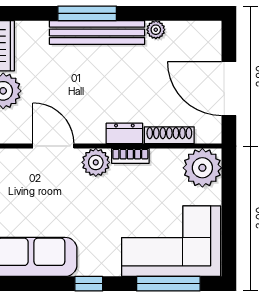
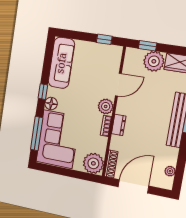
plant: (156, 30) -> (170, 171), moved
shoe rack: (169, 135) -> (111, 164), moved
floor lamp: (108, 265) -> (51, 104), added

